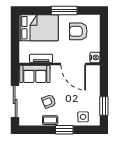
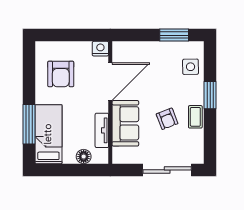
window: (64, 10) -> (29, 124), moved
bed: (39, 28) -> (48, 134), width x0.67
floor lamp: (24, 46) -> (84, 157), added
sofa: (35, 74) -> (125, 123), moved

